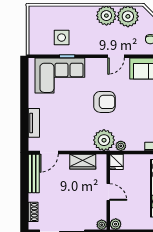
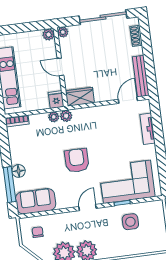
door: (116, 56) -> (87, 207), moved
armchair: (105, 102) -> (77, 160), turned 90
plant: (104, 140) -> (66, 116), width x0.53, depth x0.53
wardrobe: (83, 162) -> (80, 97), moved

